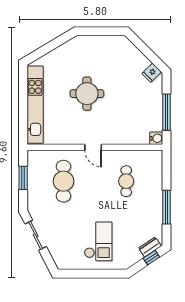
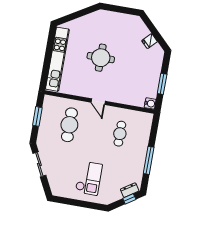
fridge: (152, 73) -> (150, 41), moved
window: (166, 112) -> (162, 84), width x0.69

